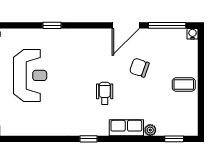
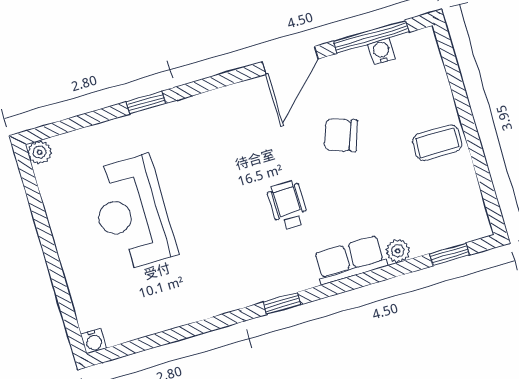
water cooler: (193, 34) -> (381, 51), moved
reception desk: (30, 75) -> (132, 213), turned 180

